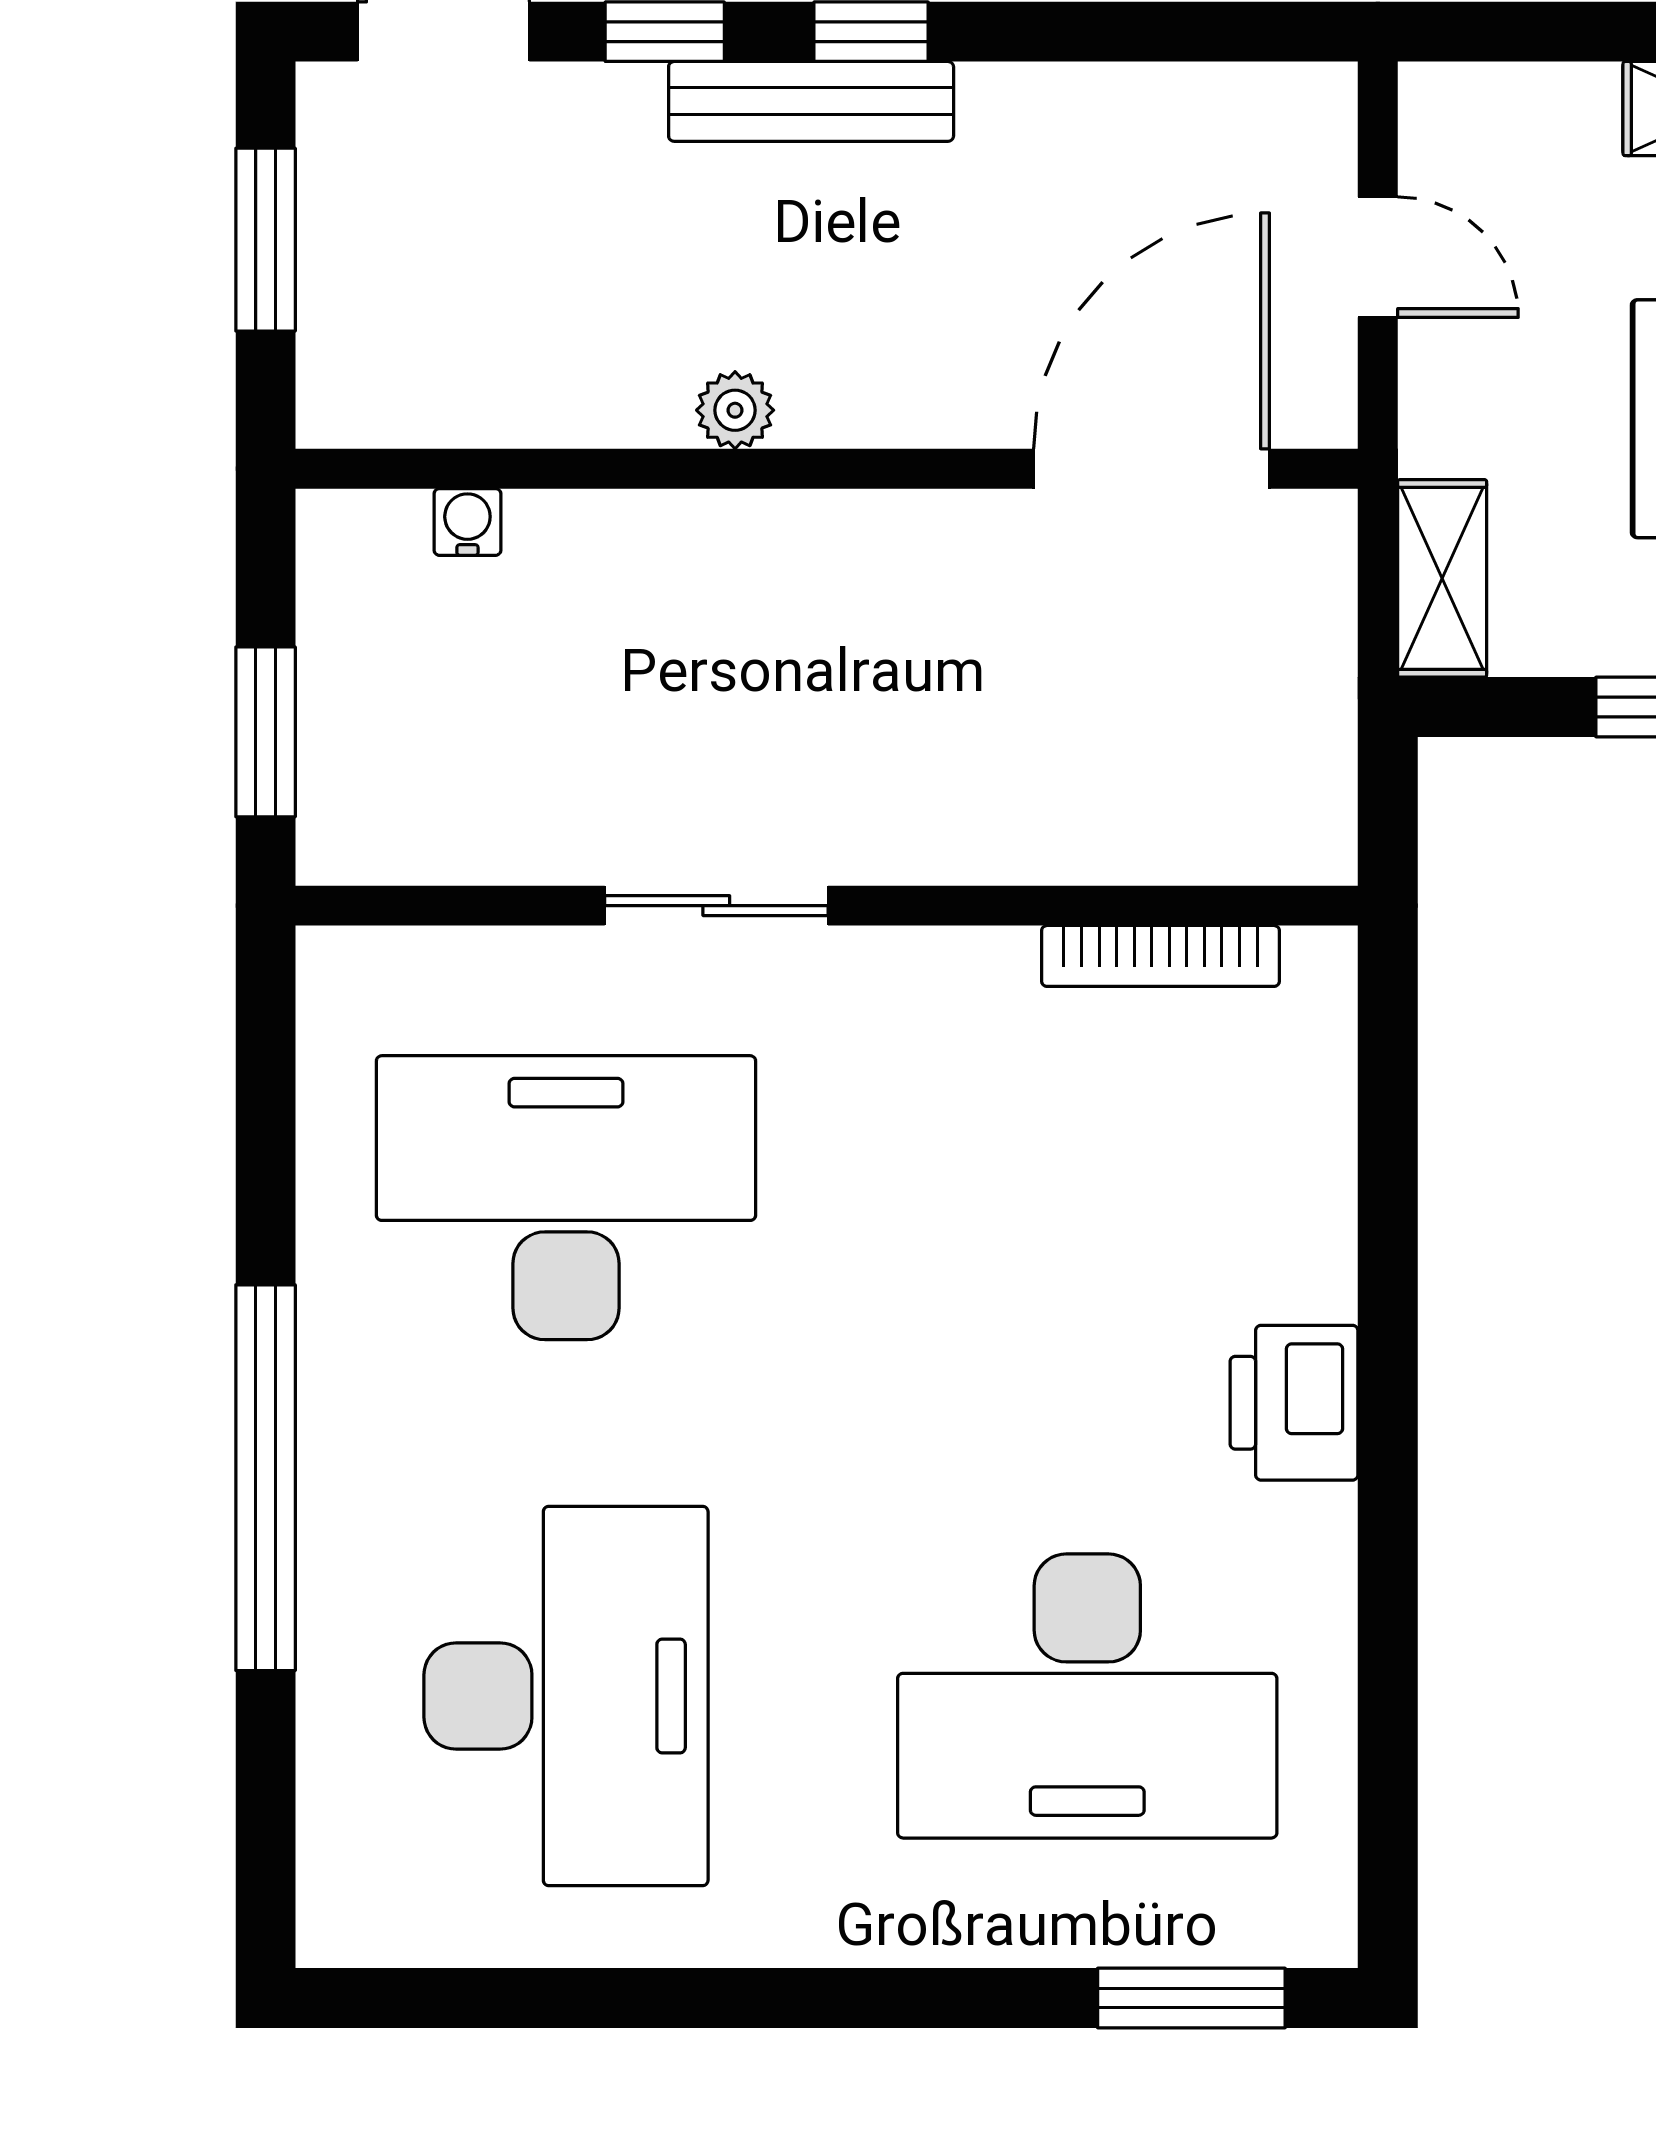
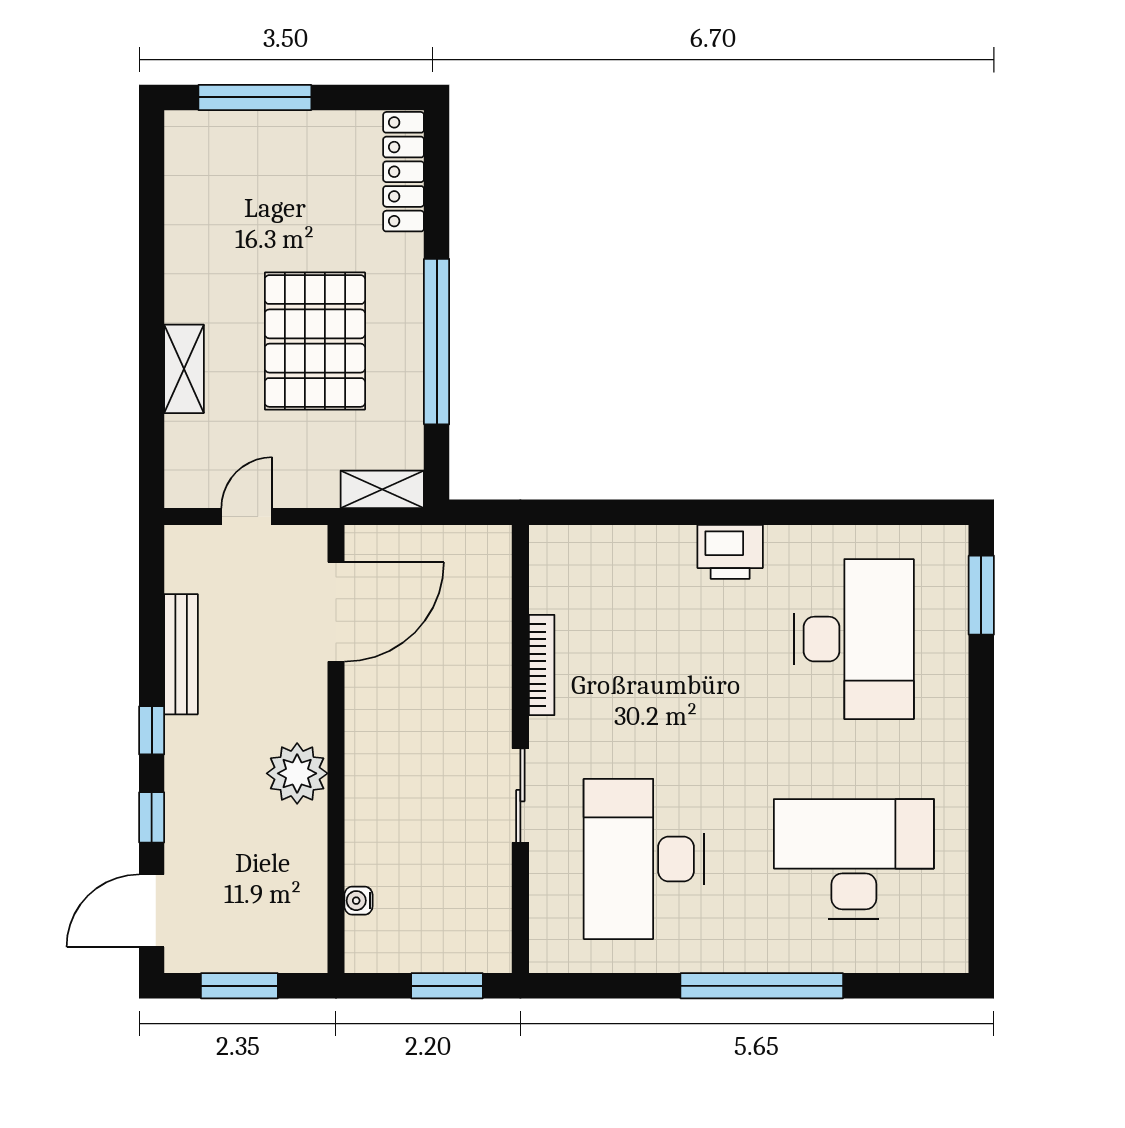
bench: (811, 101) -> (181, 654), moved
plant: (735, 410) -> (297, 773), width x1.87, depth x1.87
door: (1152, 469) -> (336, 612), swing flipped
bookcase: (1160, 956) -> (542, 665), moved

